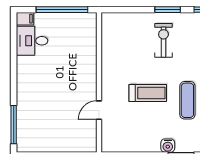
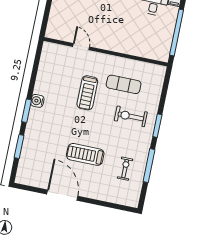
exercise bike: (163, 40) -> (131, 116), turned 180
exercise mat: (187, 100) -> (124, 84), moved

